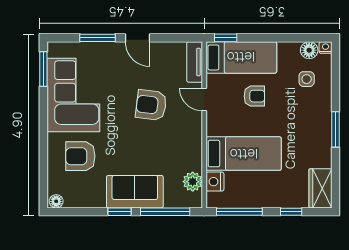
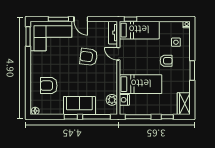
floor lamp: (309, 50) -> (177, 26), removed
corner sofa: (73, 95) -> (51, 36), moved, turned 90
armchair: (254, 96) -> (166, 61), moved

